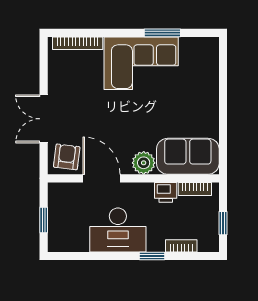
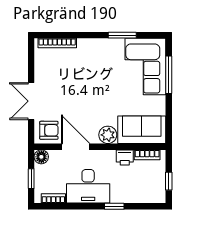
corner sofa: (141, 63) -> (145, 67), moved, turned 90
window: (223, 84) -> (169, 75), added
armchair: (67, 157) -> (49, 130), turned 83
floor lamp: (57, 191) -> (41, 157), added
bookcase: (181, 246) -> (53, 198), moved

